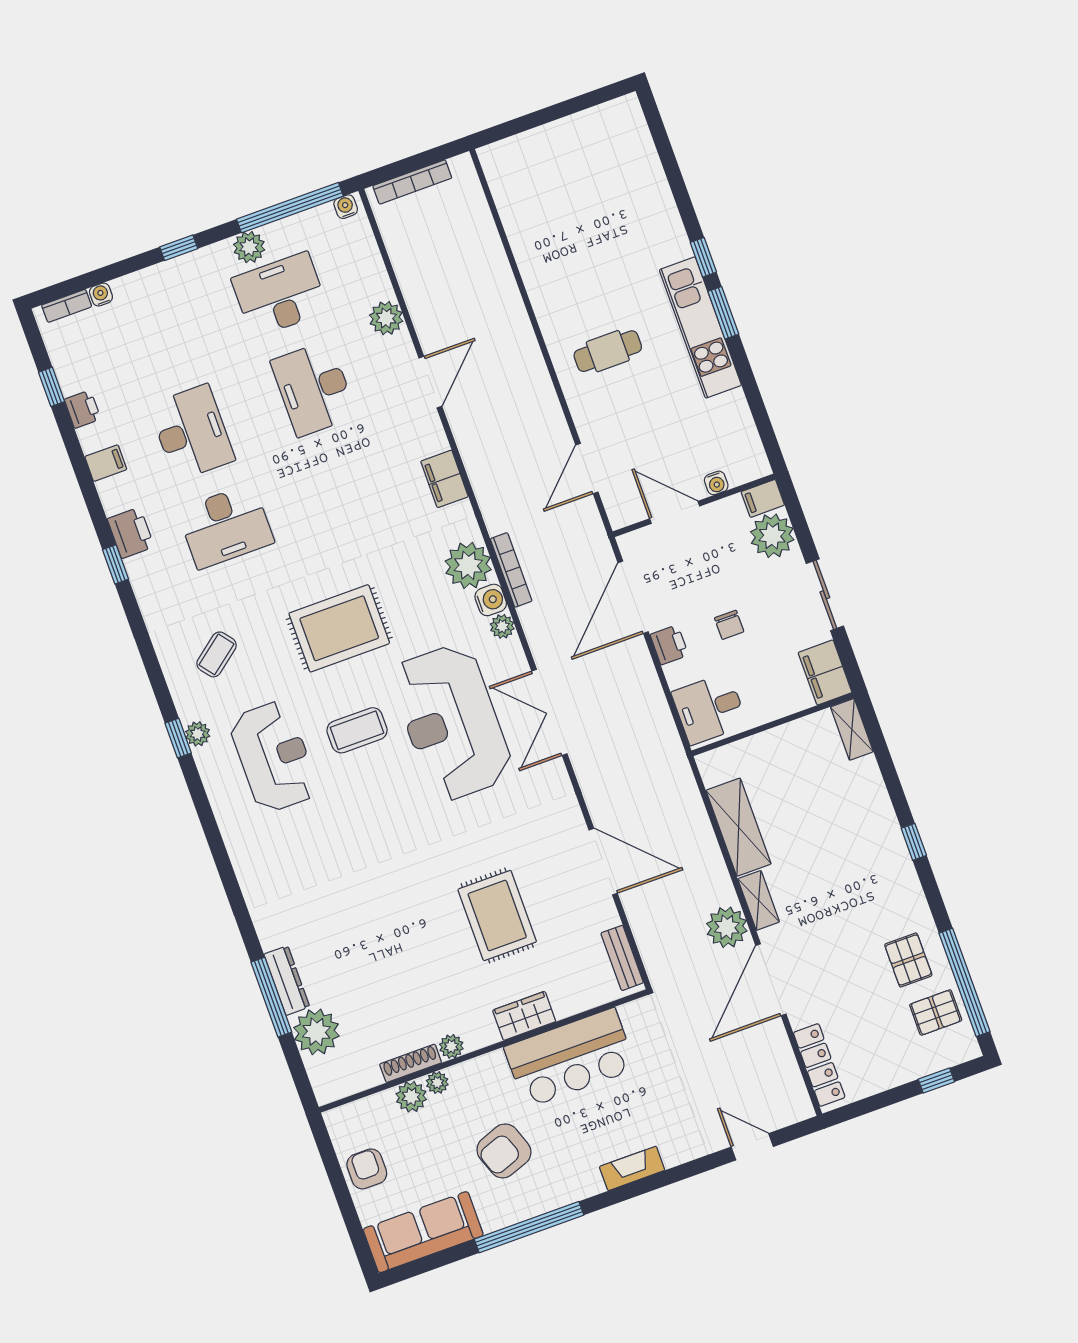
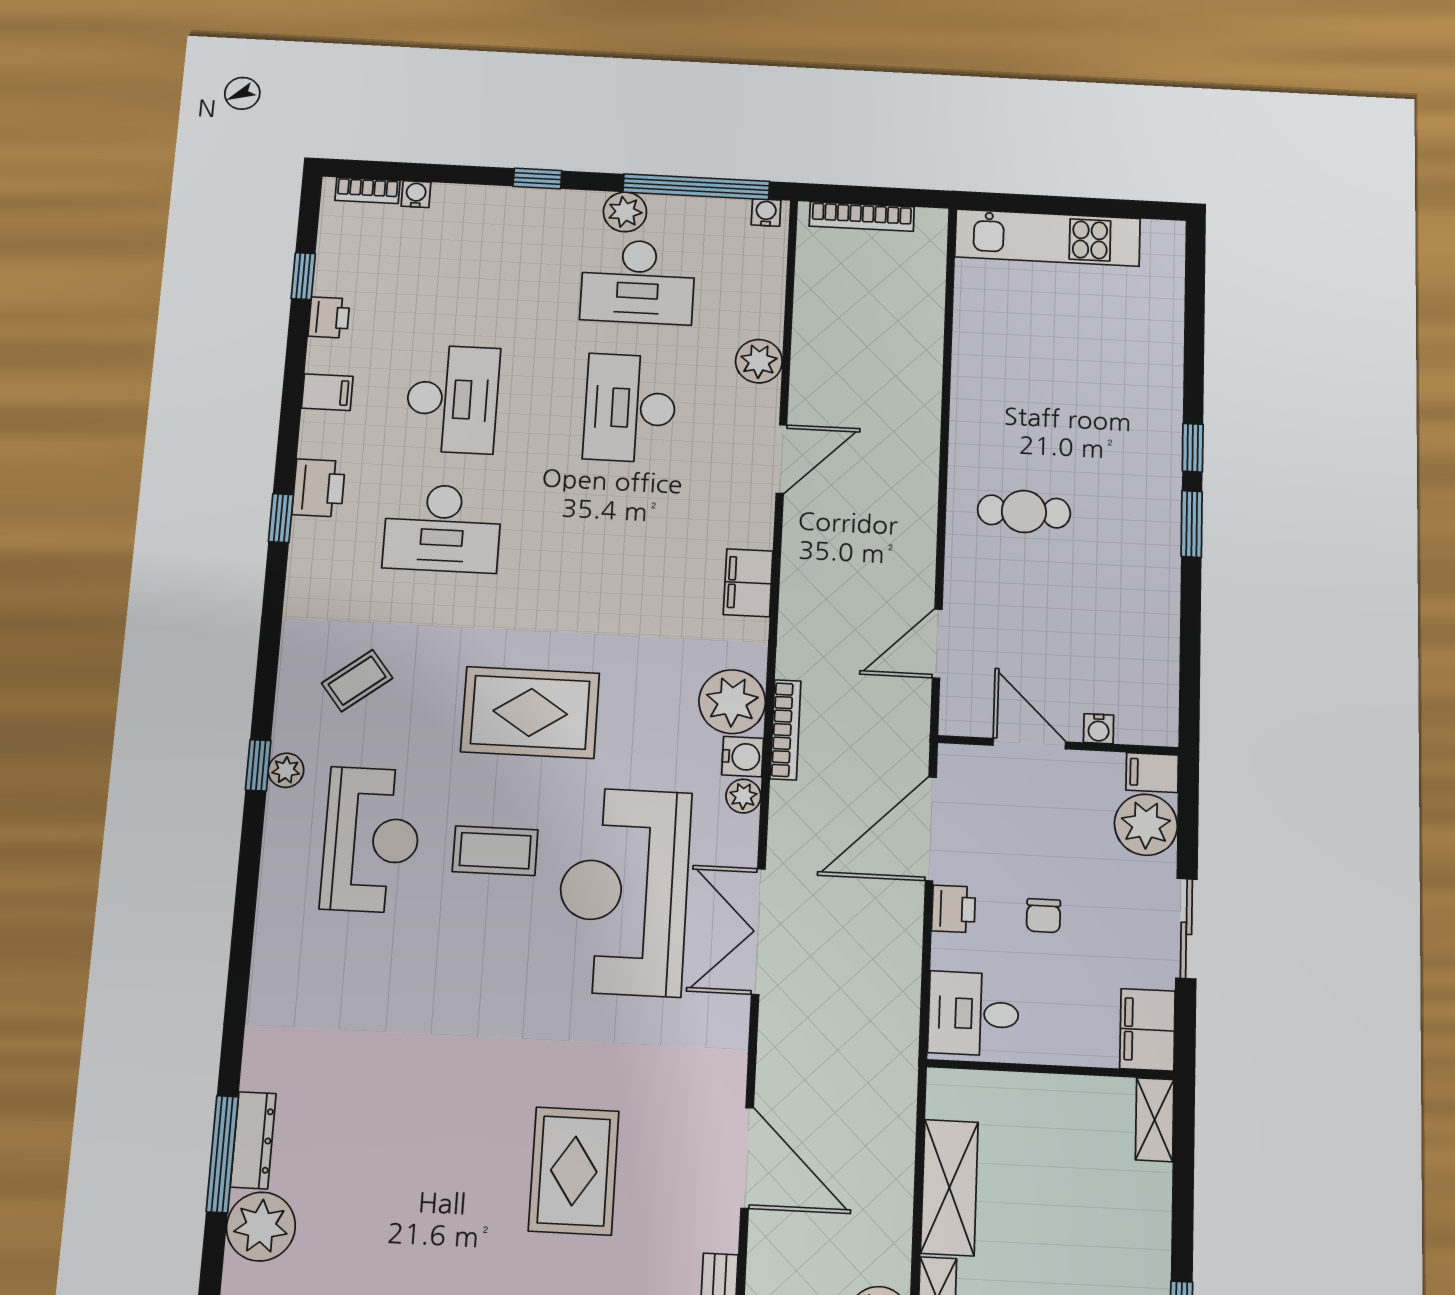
desk: (280, 295) -> (638, 282), turned 180
kitchen unit: (700, 327) -> (1048, 238), moved, turned -90

